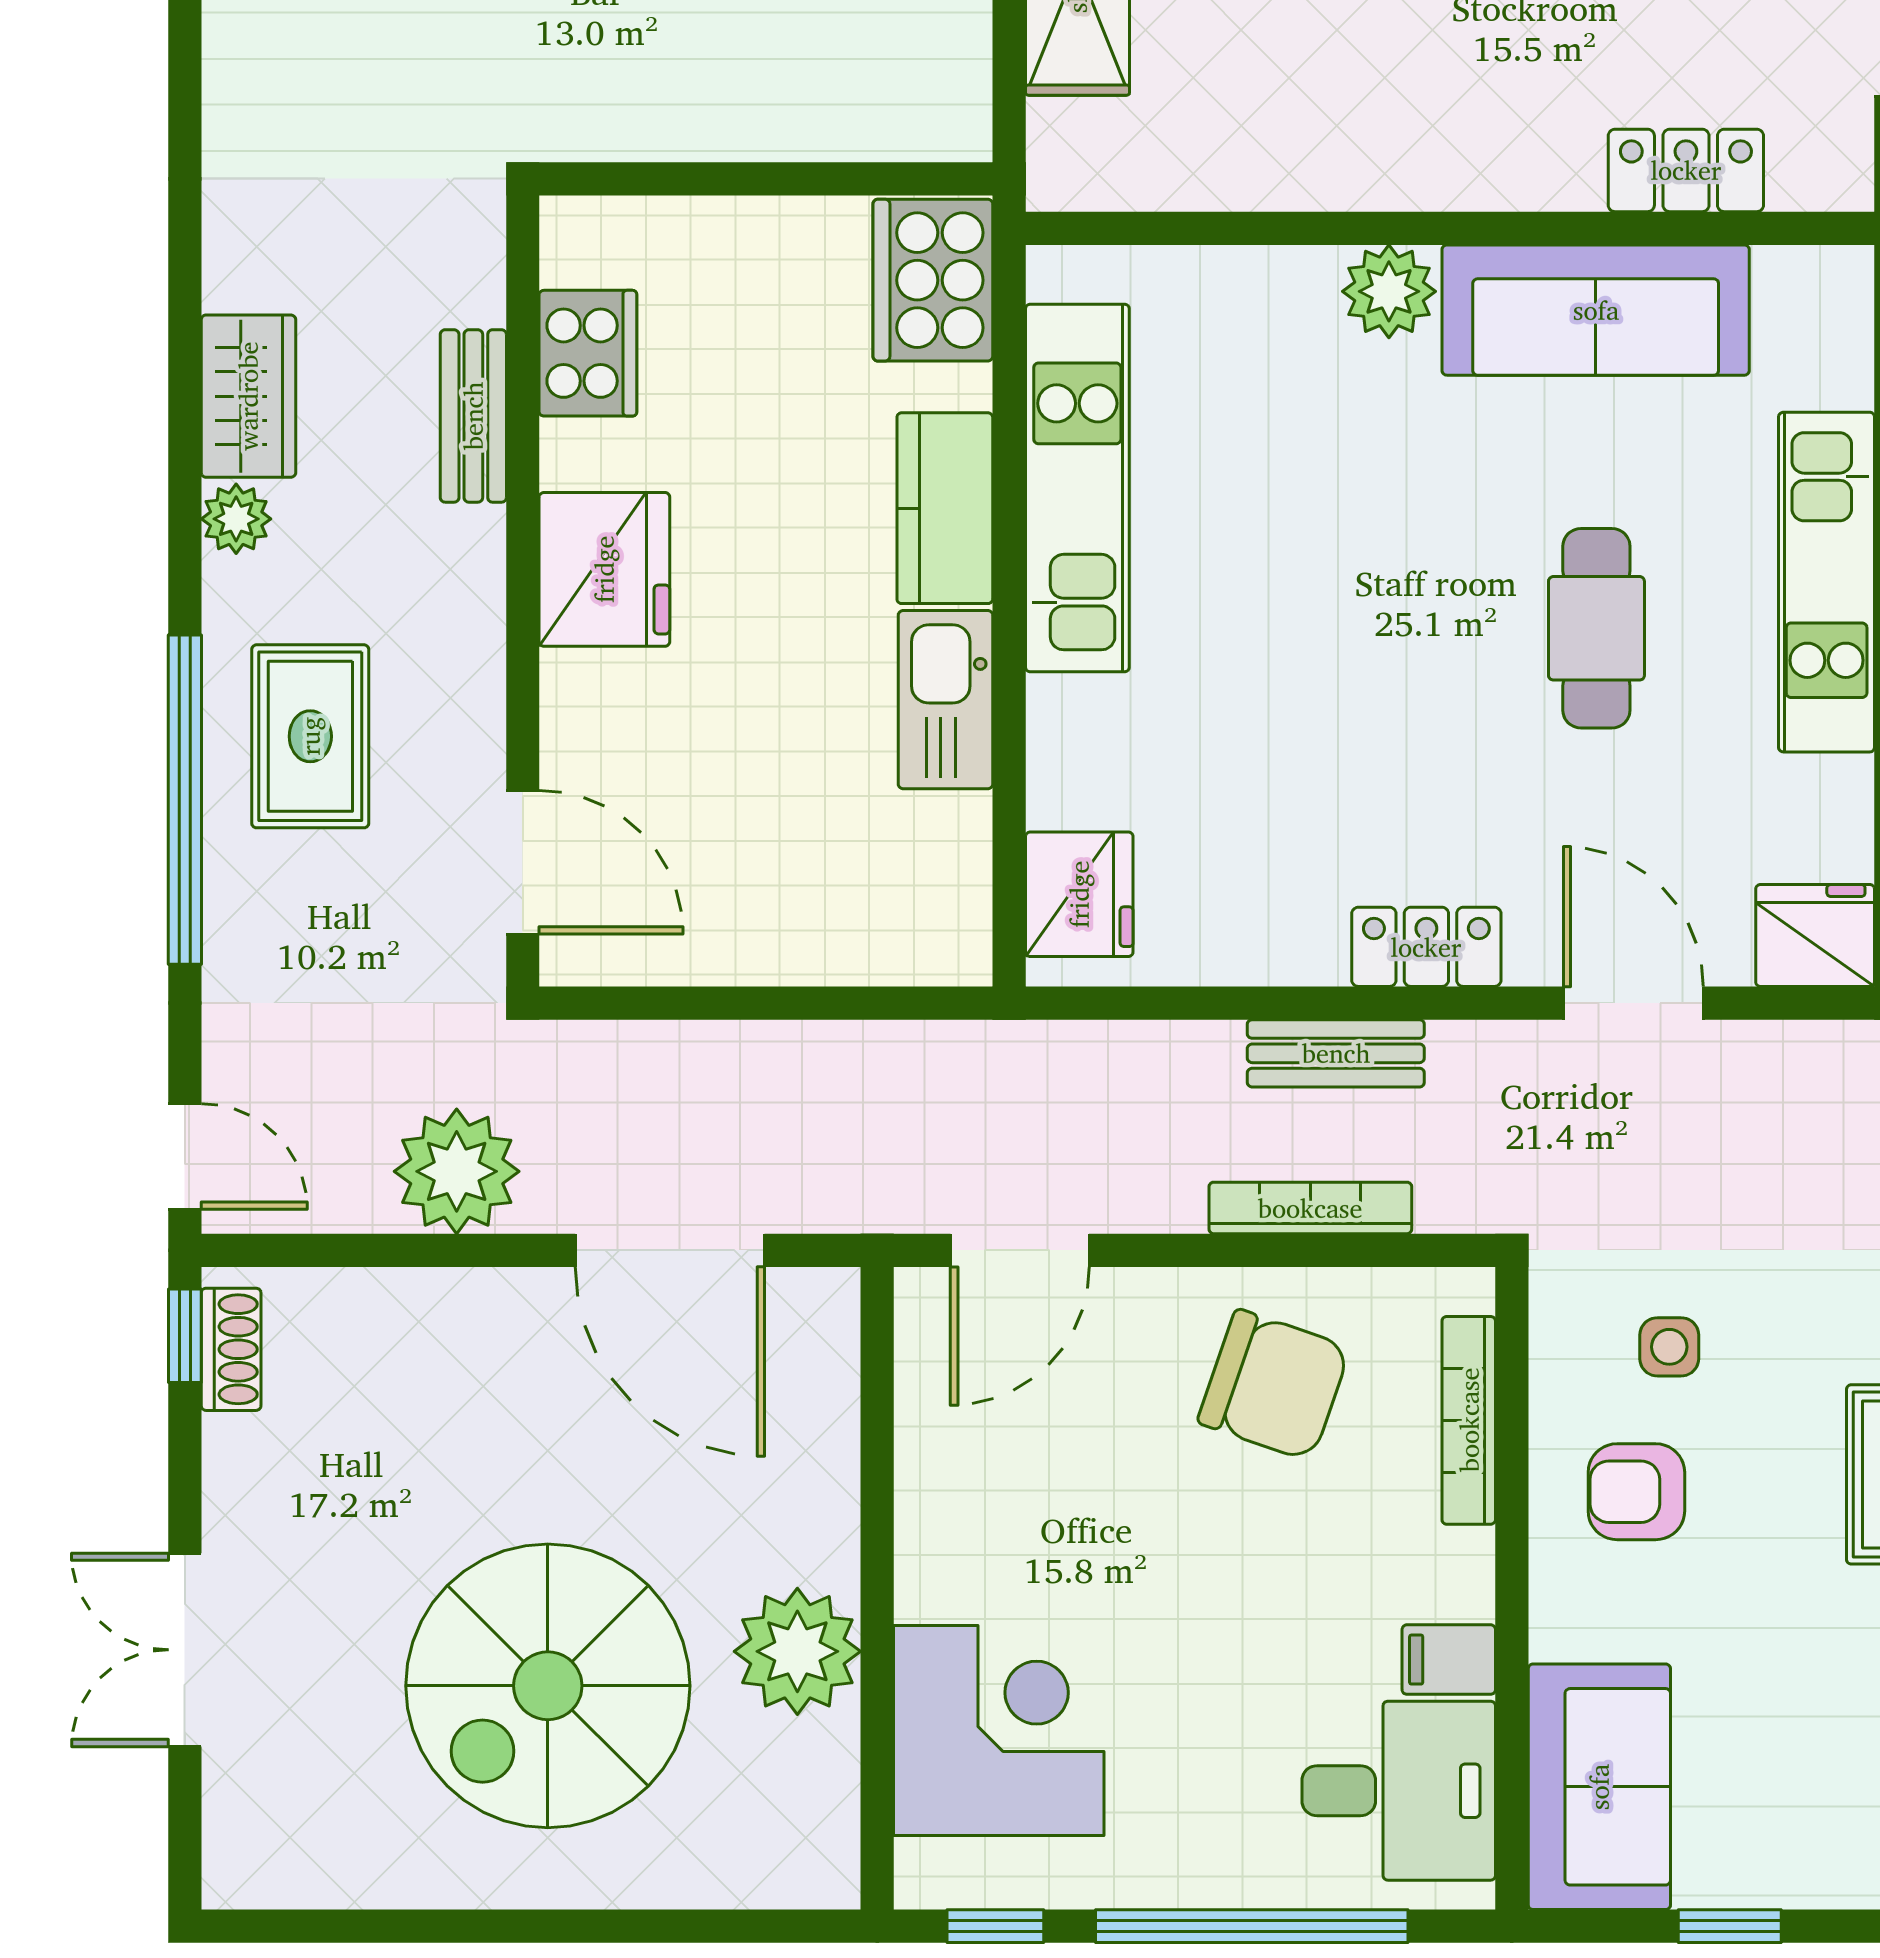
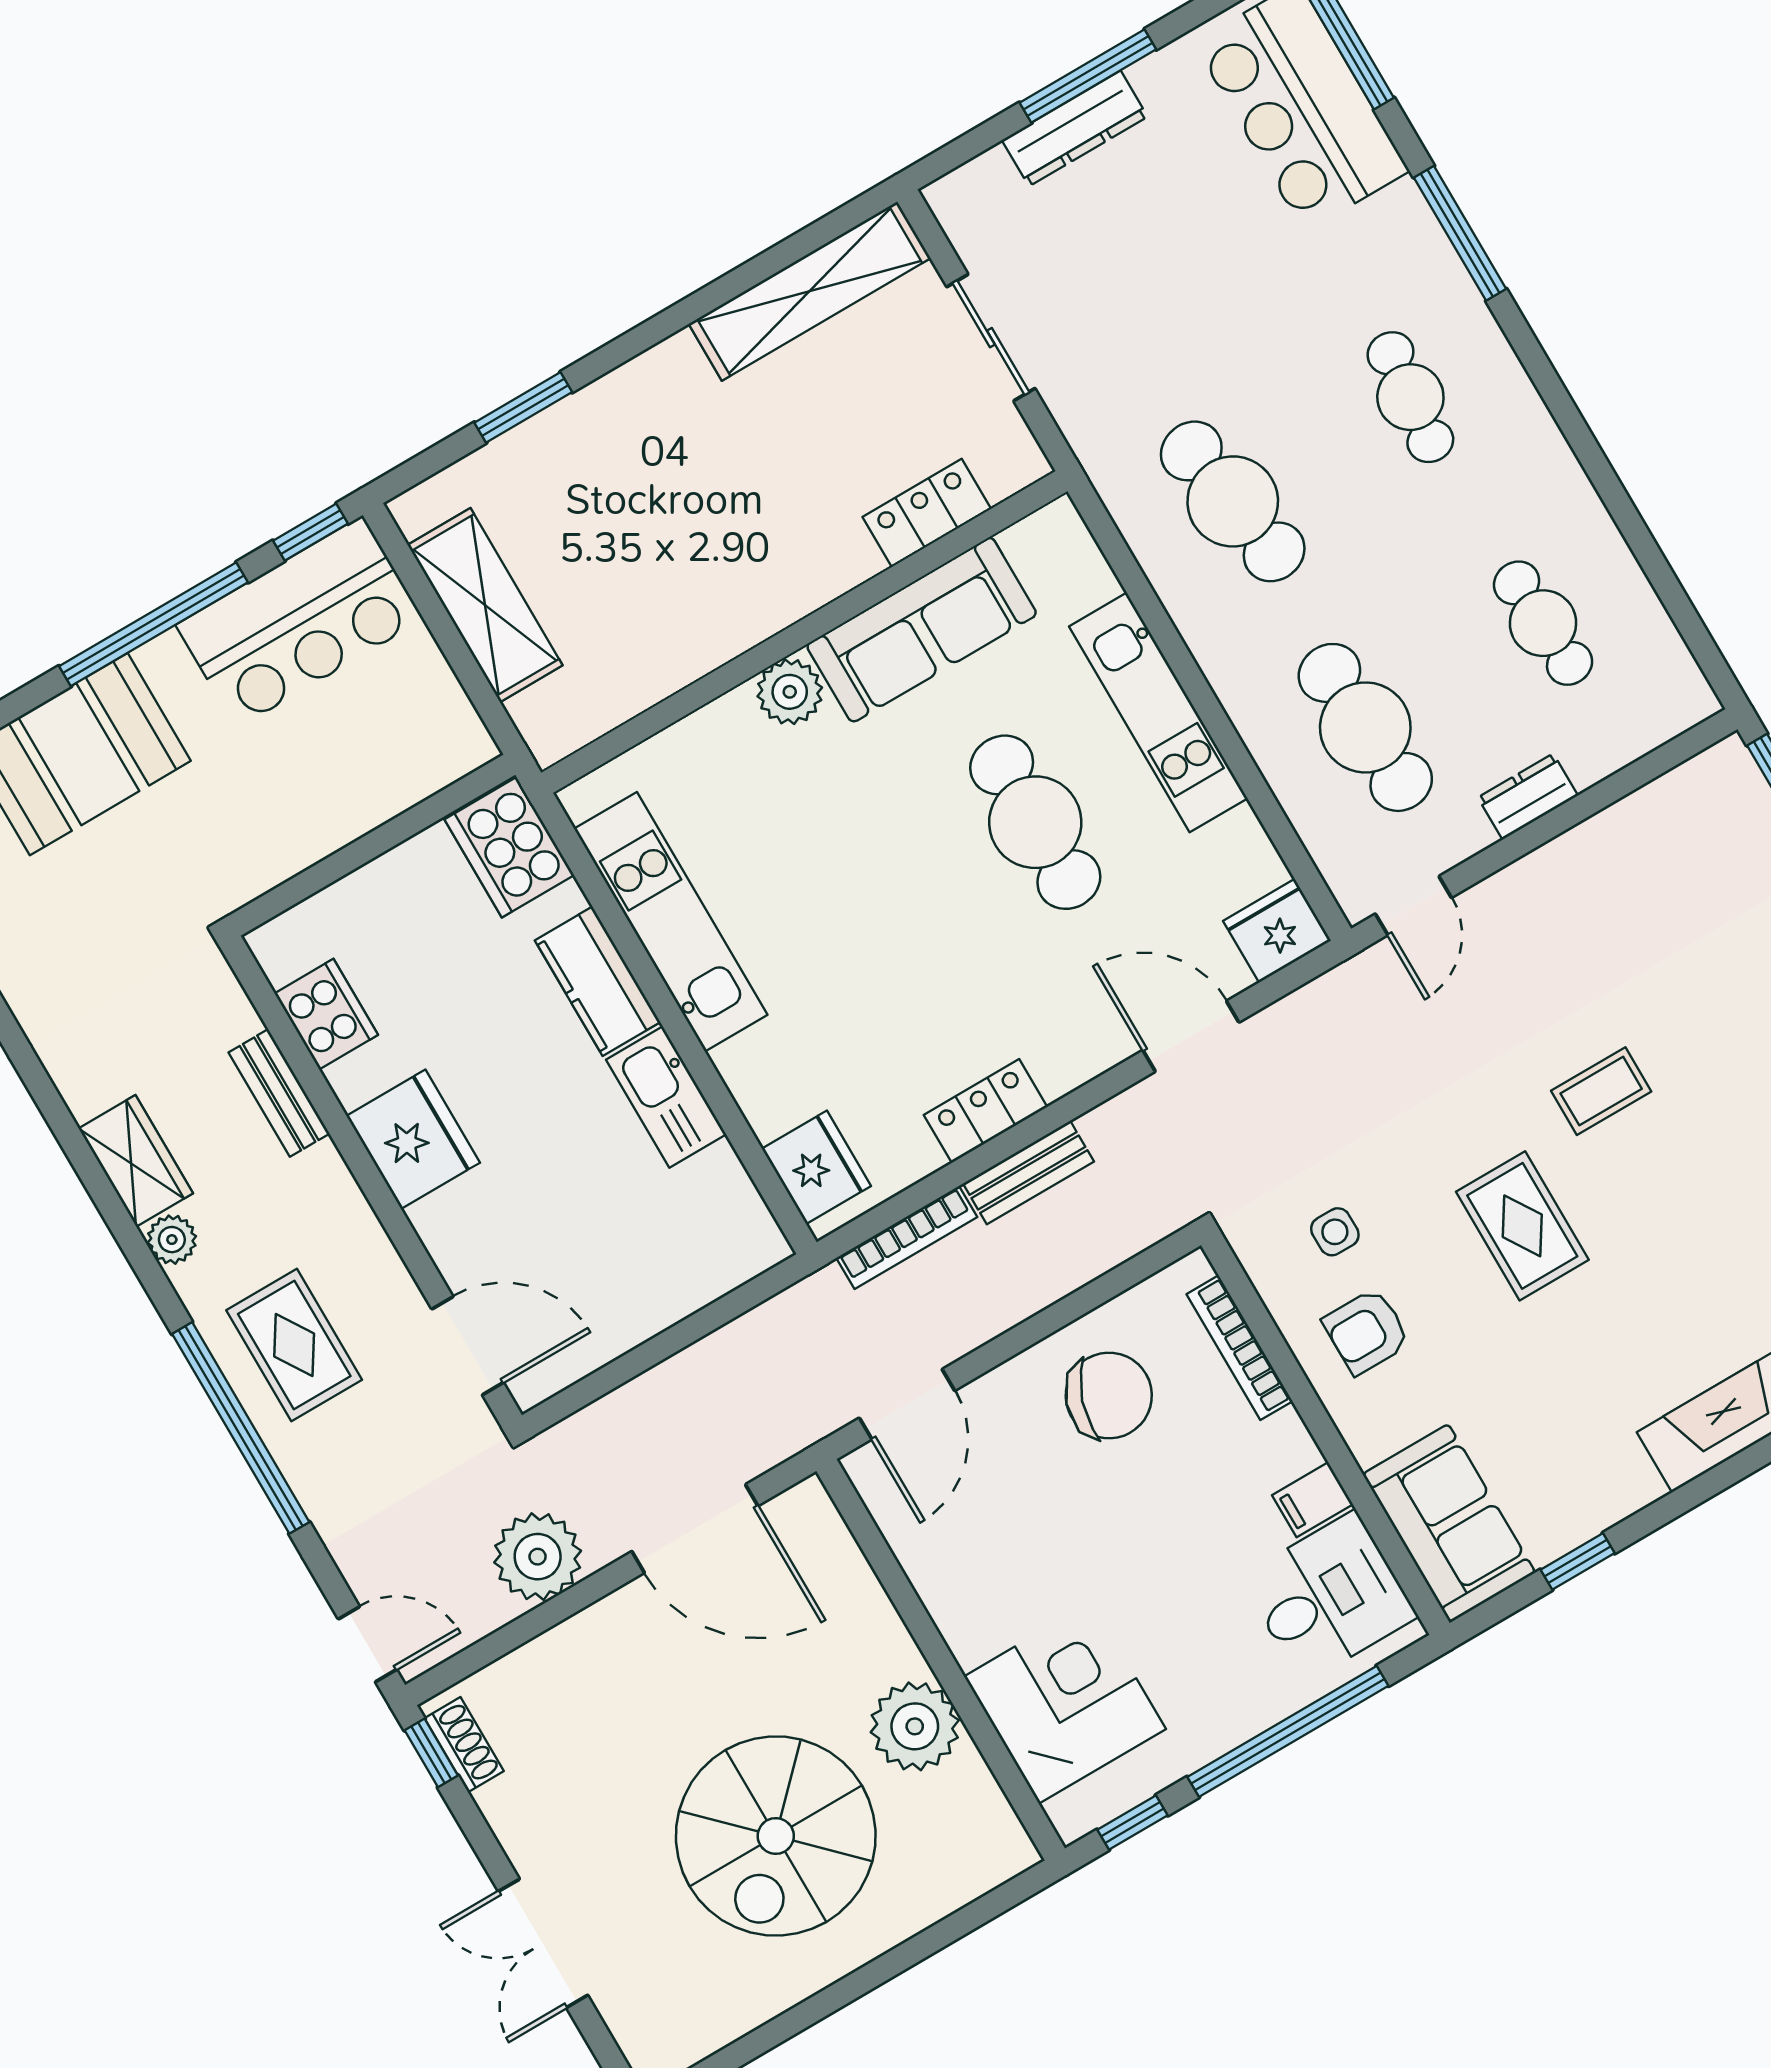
cafe table: (1596, 628) -> (1035, 822), width x1.37, depth x1.35
locker: (1426, 947) -> (985, 1111), moved
bookcase: (1310, 1208) -> (907, 1238), moved, turned 180

